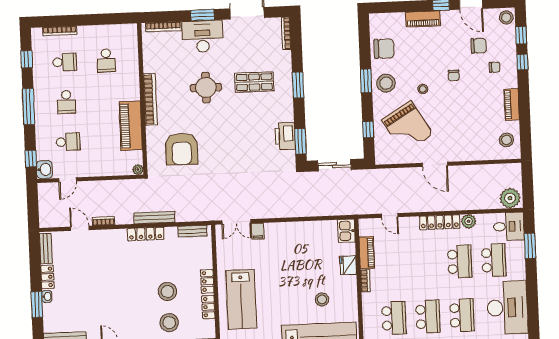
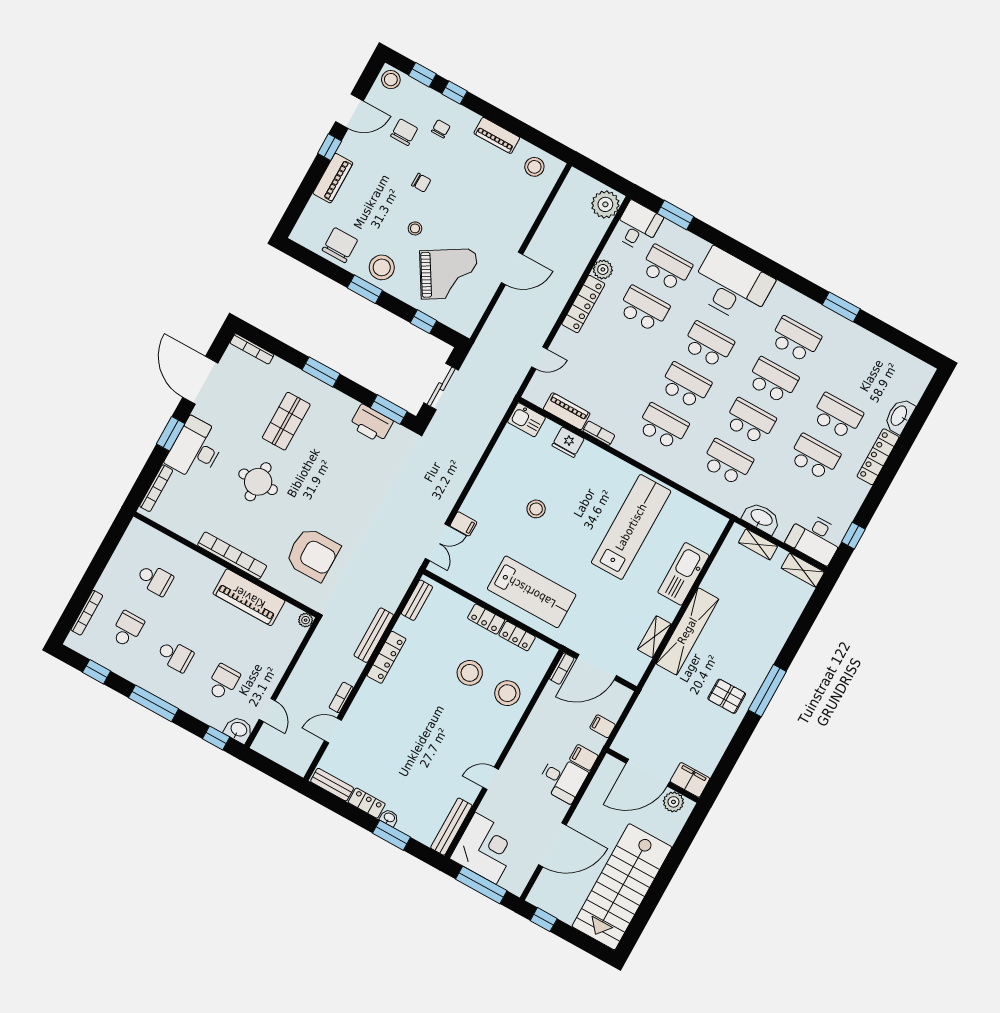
stool: (322, 299) -> (536, 509), moved

